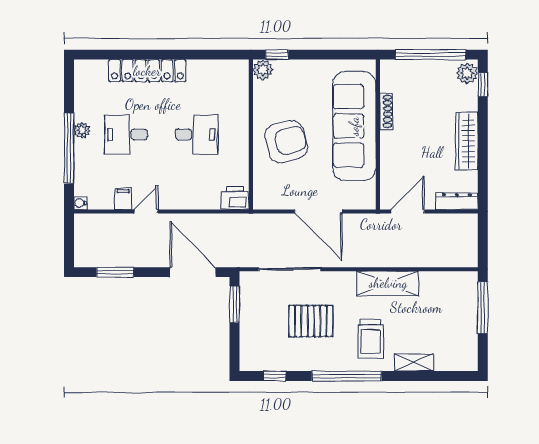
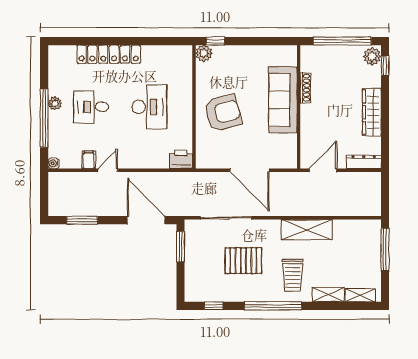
sofa: (354, 126) -> (283, 100), width x0.74, depth x0.79
desk: (197, 134) -> (149, 107), width x1.37
shelving: (453, 363) -> (360, 295), added

